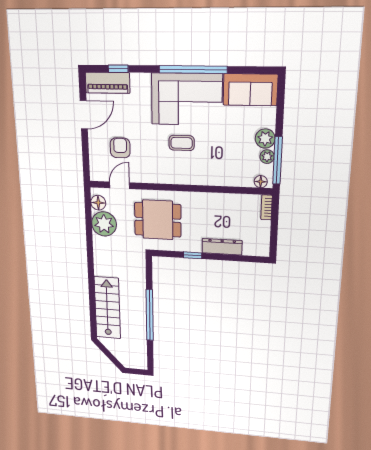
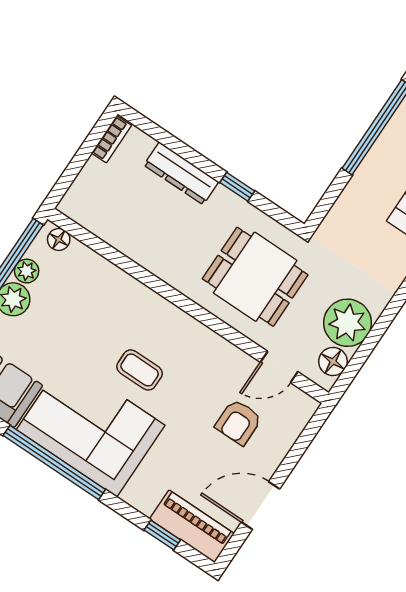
bookcase: (267, 207) -> (112, 139), moved

